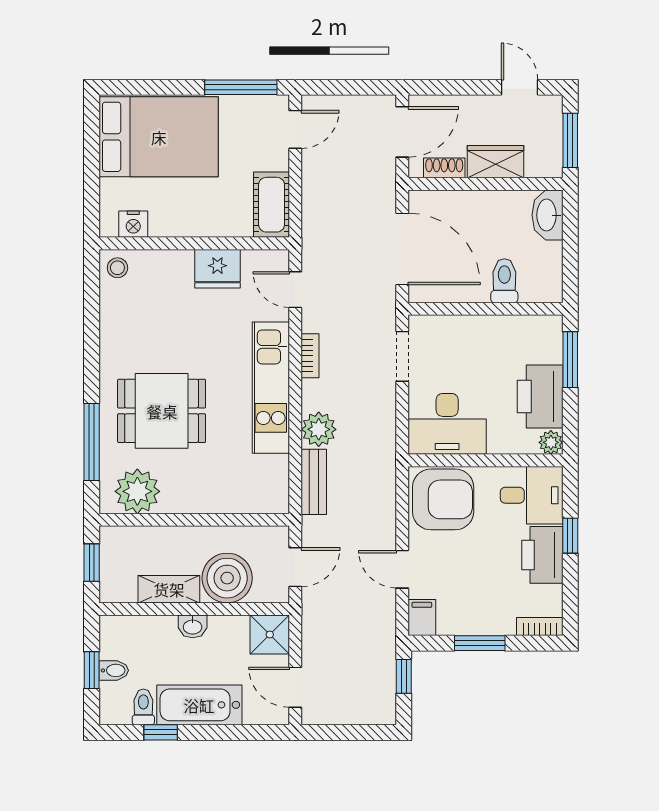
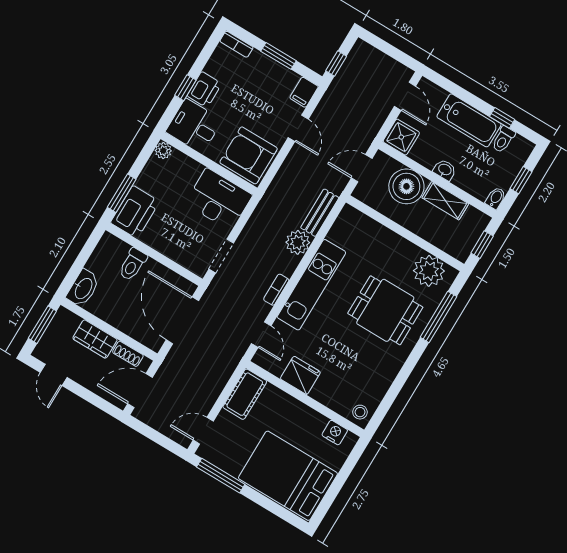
printer: (540, 396) -> (135, 212), moved
printer: (542, 555) -> (204, 90), width x0.73, depth x0.84
bidet: (114, 670) -> (496, 198), moved, turned 90

